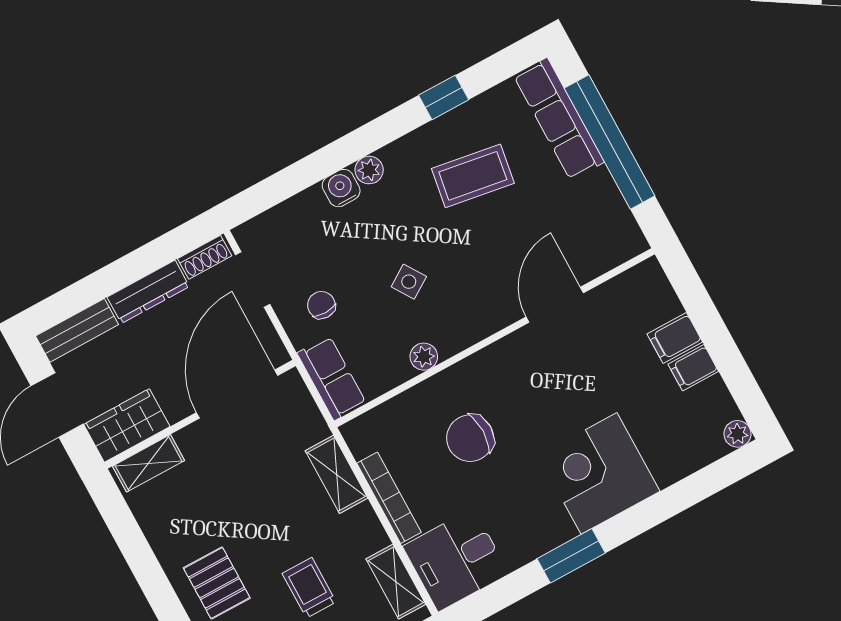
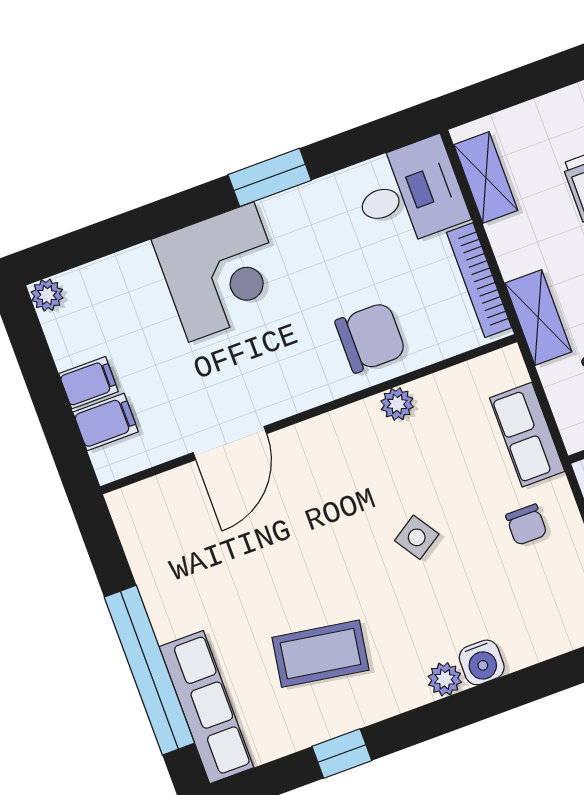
door: (555, 305) -> (230, 443), moved
wall: (494, 338) -> (309, 414), moved
plant: (424, 357) -> (397, 404), moved

